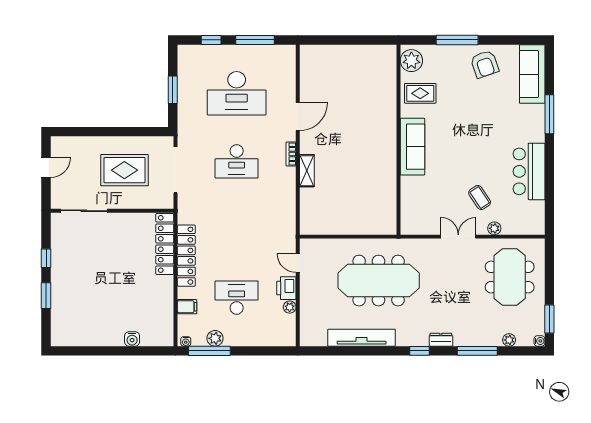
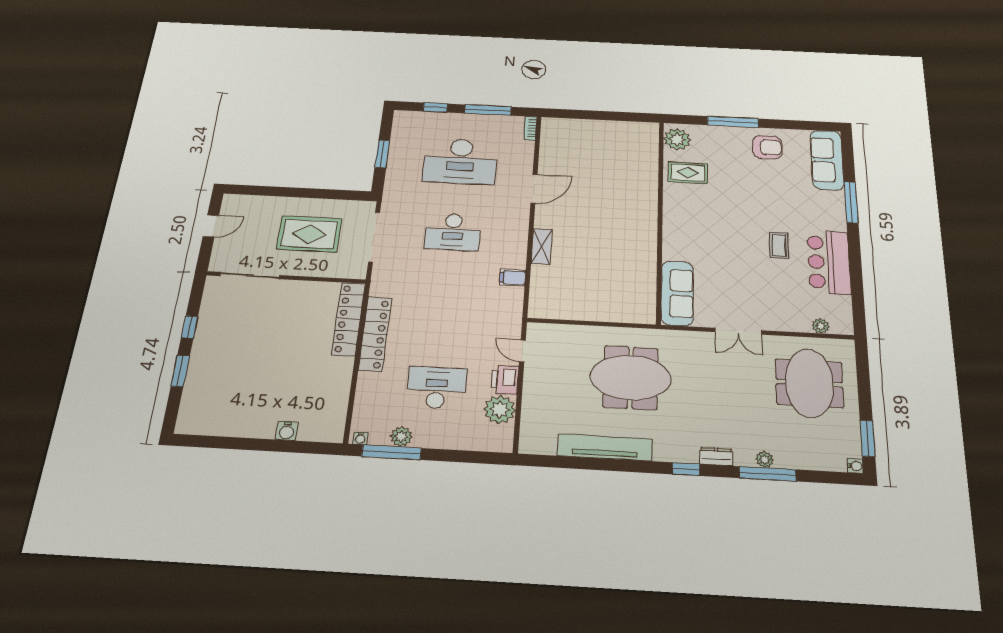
armchair: (485, 64) -> (767, 147), turned -71
sofa: (412, 147) -> (677, 293), moved
bookcase: (291, 154) -> (530, 128), moved
coffee table: (480, 197) -> (779, 245), moved, turned 34
plant: (494, 228) -> (821, 326), moved
double door: (458, 237) -> (738, 331), swing flipped
meeting table: (379, 281) -> (631, 378), width x0.73
filing cabinet: (187, 307) -> (513, 278), moved, turned 180
plant: (290, 307) -> (500, 410), width x1.88, depth x1.88
plant: (509, 340) -> (765, 460), moved

